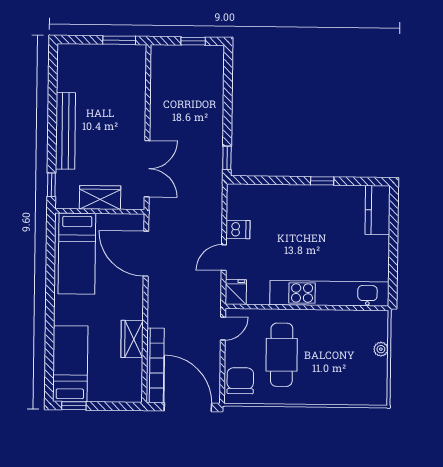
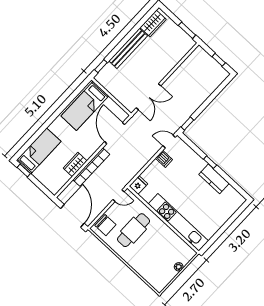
window: (322, 181) -> (210, 162), moved
wardrobe: (100, 197) -> (153, 23), moved, turned 90
kitchen counter: (378, 210) -> (214, 179), moved, turned -90
door: (224, 258) -> (169, 141), moved
bookcase: (155, 365) -> (91, 167), moved
chair: (240, 381) -> (105, 225), turned 90

